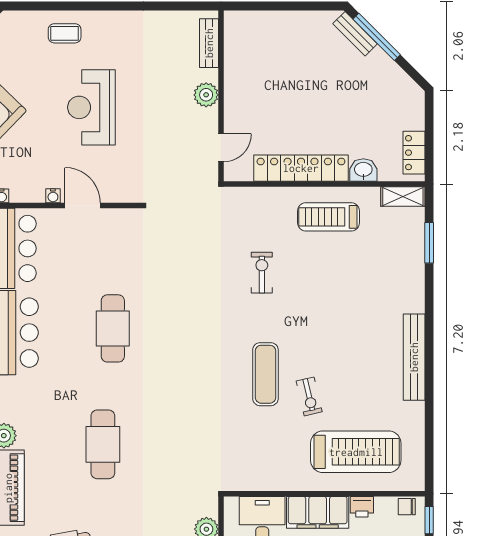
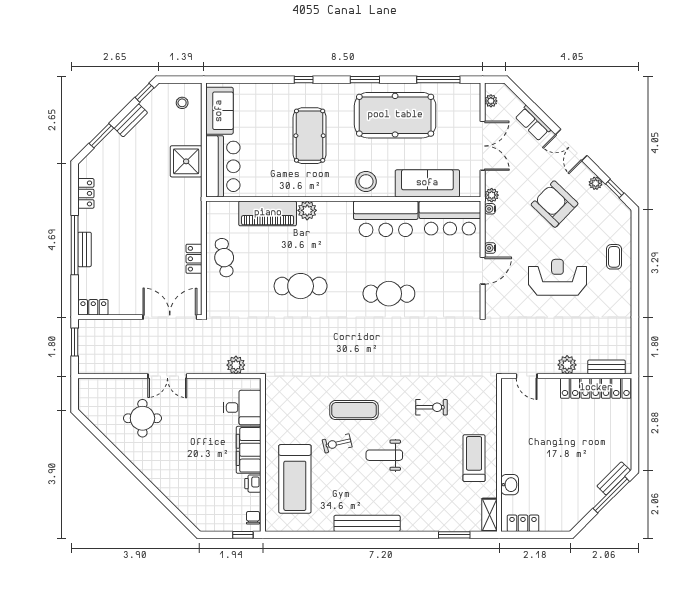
locker: (301, 168) -> (596, 388), moved, turned 90
weight bench: (325, 335) -> (384, 455), added

